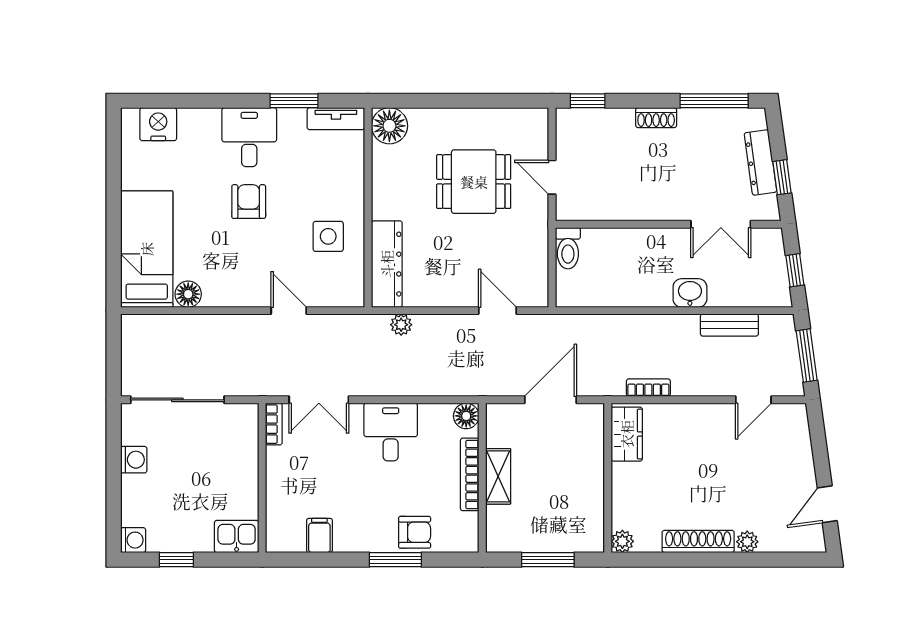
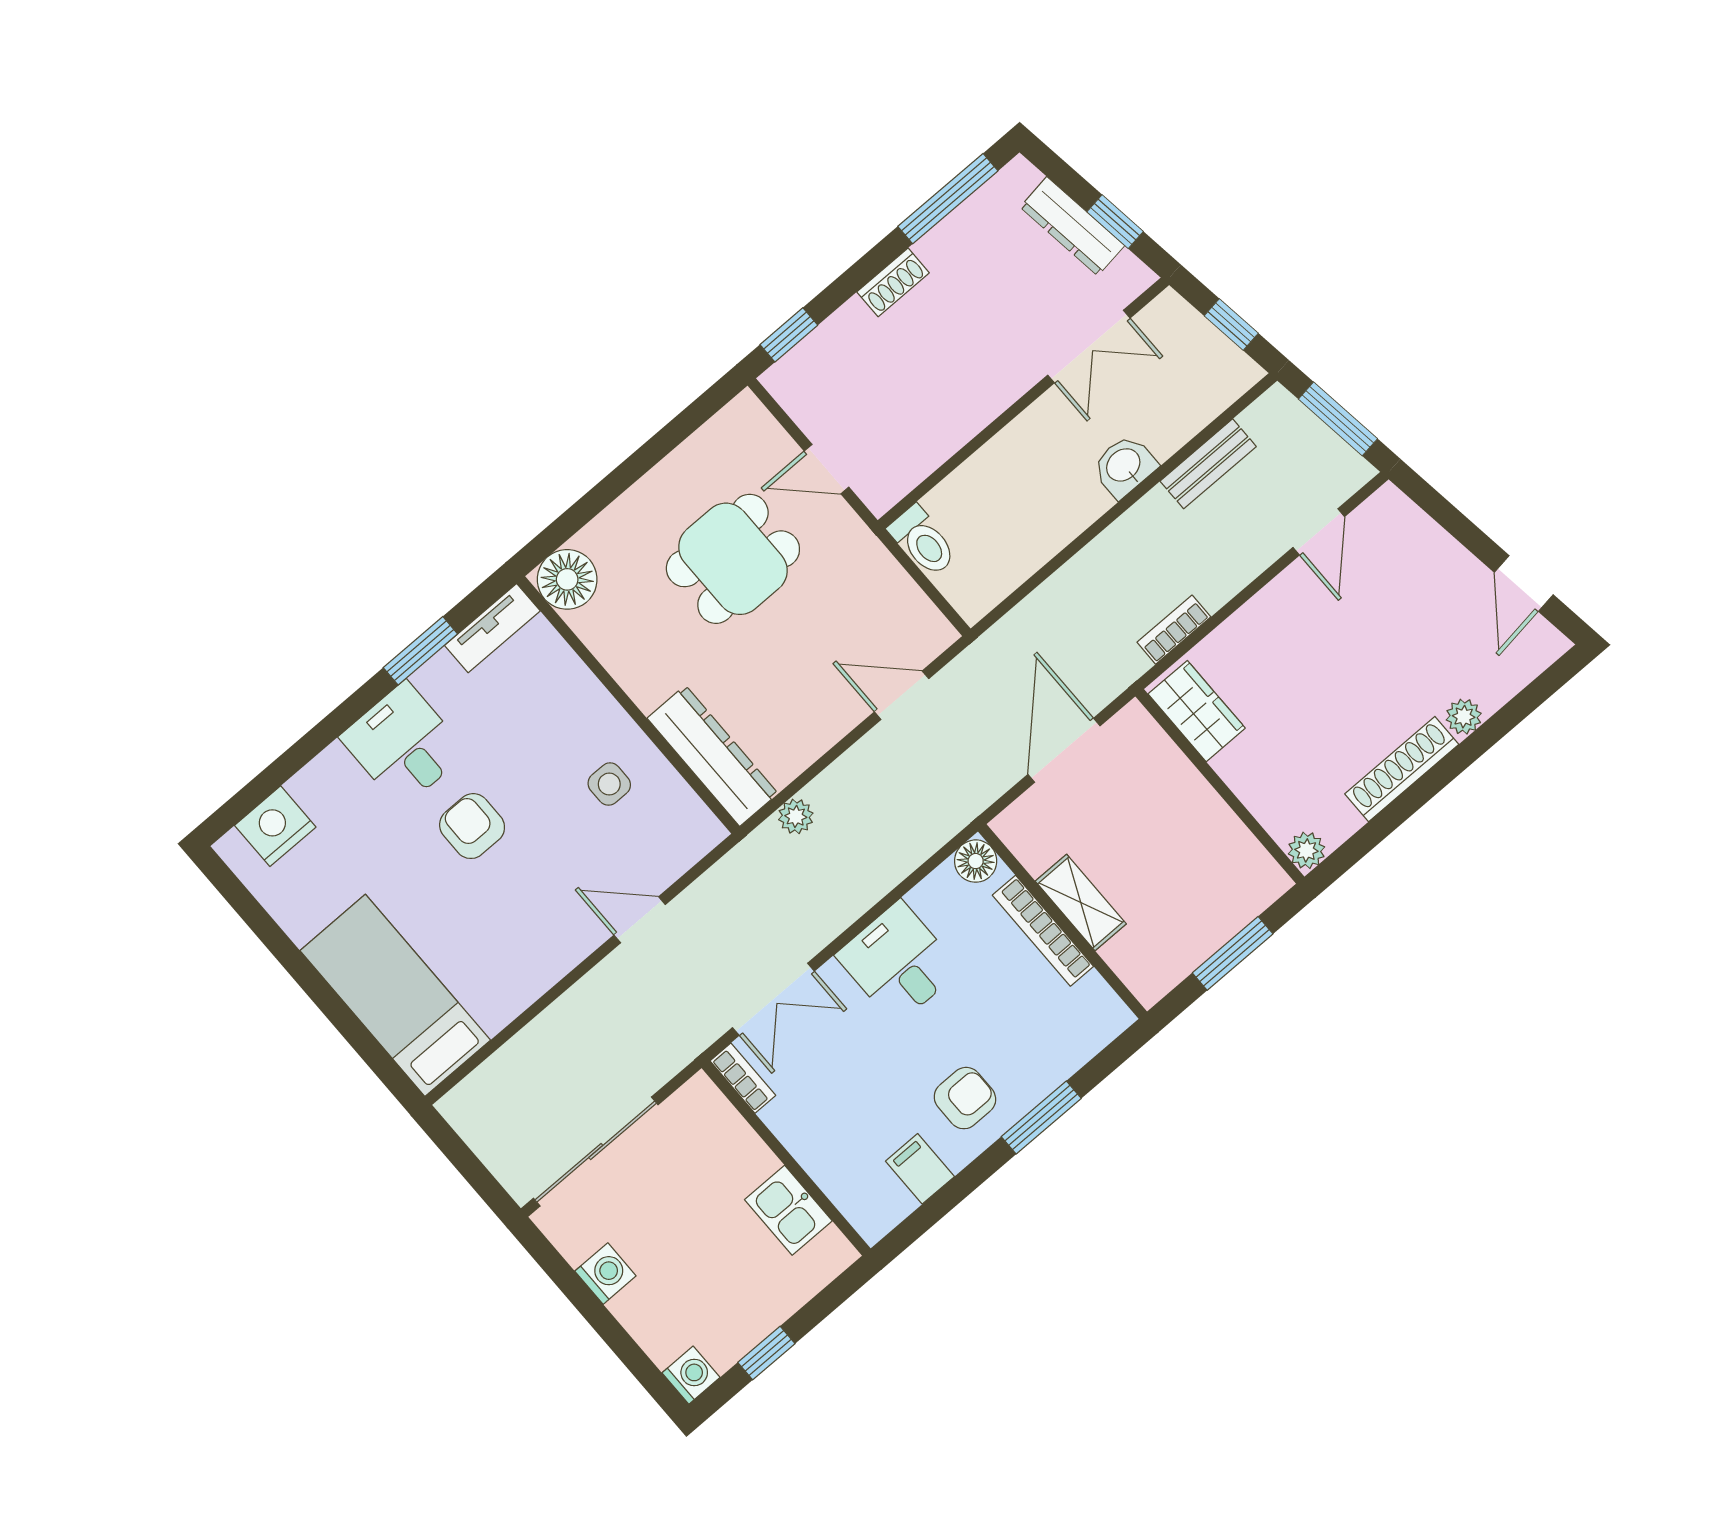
side table: (328, 236) -> (609, 784), width x0.73, depth x0.73
floor lamp: (188, 294) -> (496, 1007), removed
armchair: (415, 532) -> (965, 1098), moved
kitchen sink: (237, 537) -> (788, 1210), moved, turned -90

